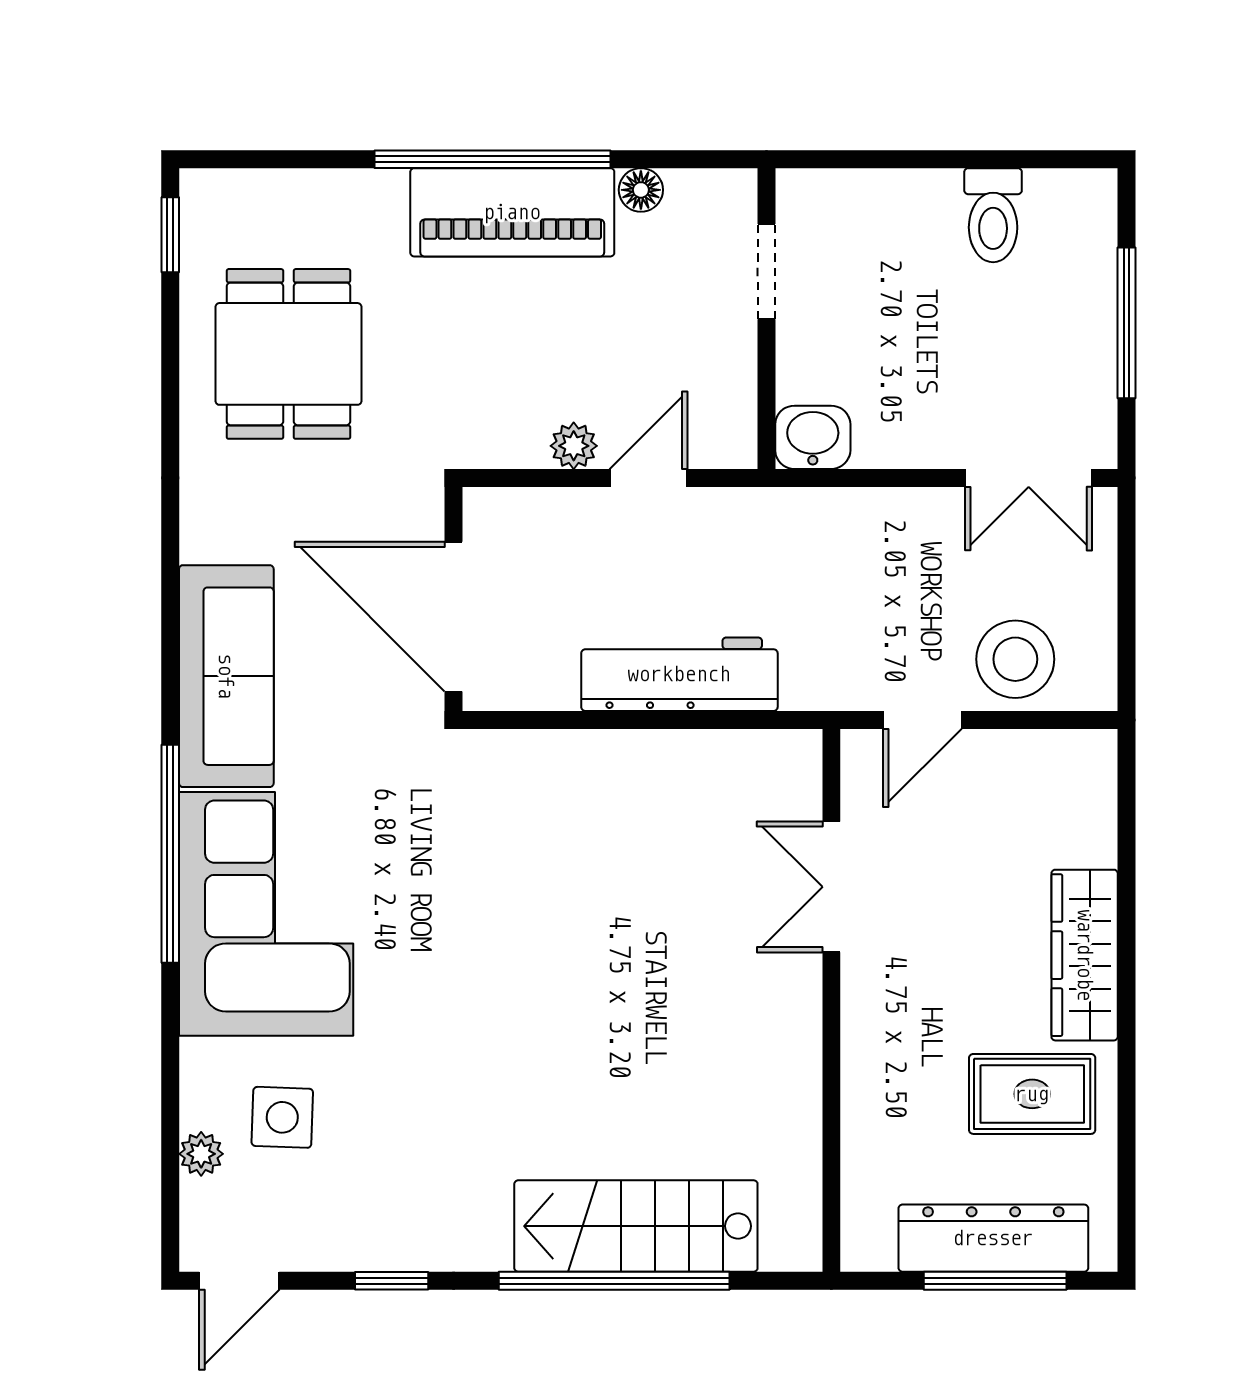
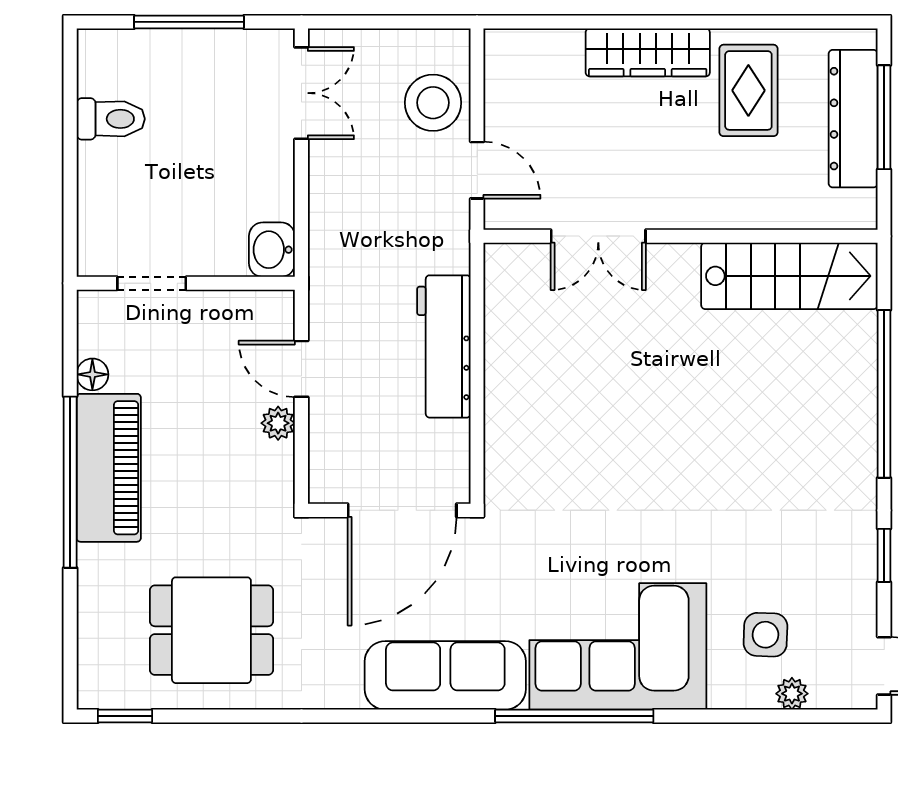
stairs: (636, 1226) -> (789, 276), moved, turned -90

